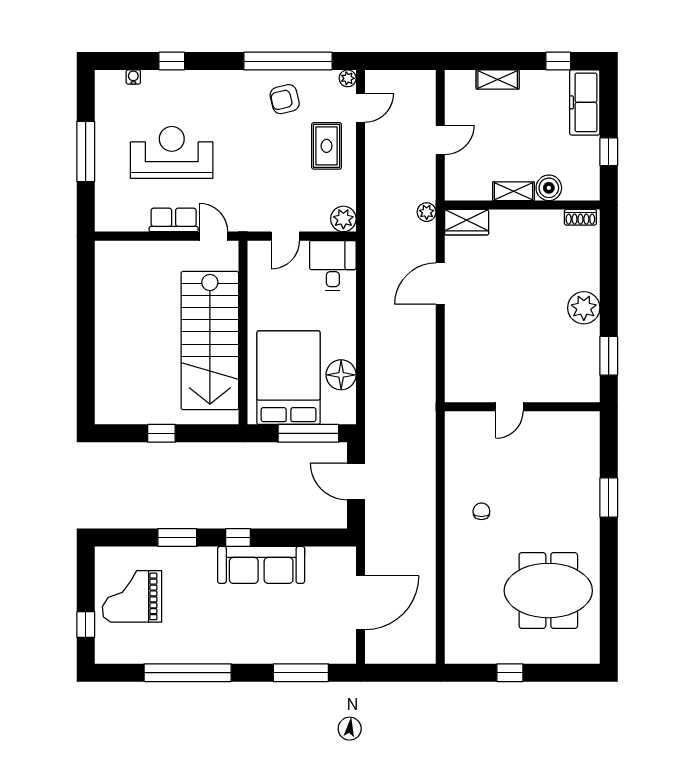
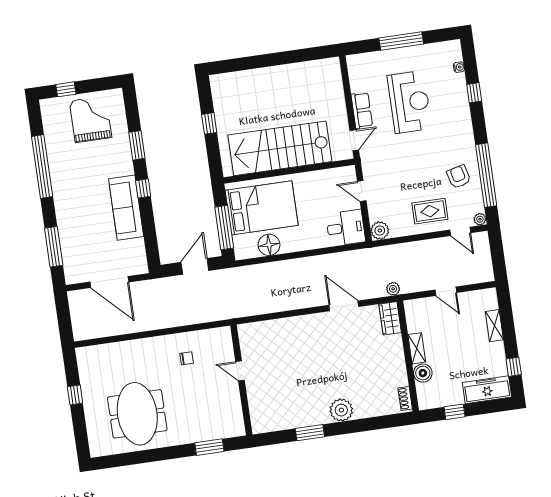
door: (509, 407) -> (240, 371), moved
wall: (522, 407) -> (241, 380), moved

